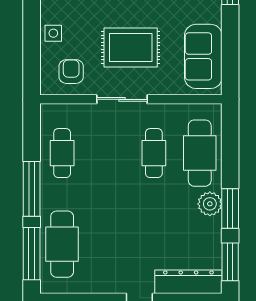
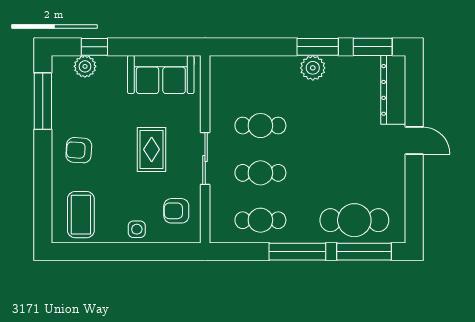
rug: (131, 47) -> (152, 149), width x0.73, depth x0.70
cafe table: (200, 153) -> (260, 173), moved, width x0.73, depth x0.74

